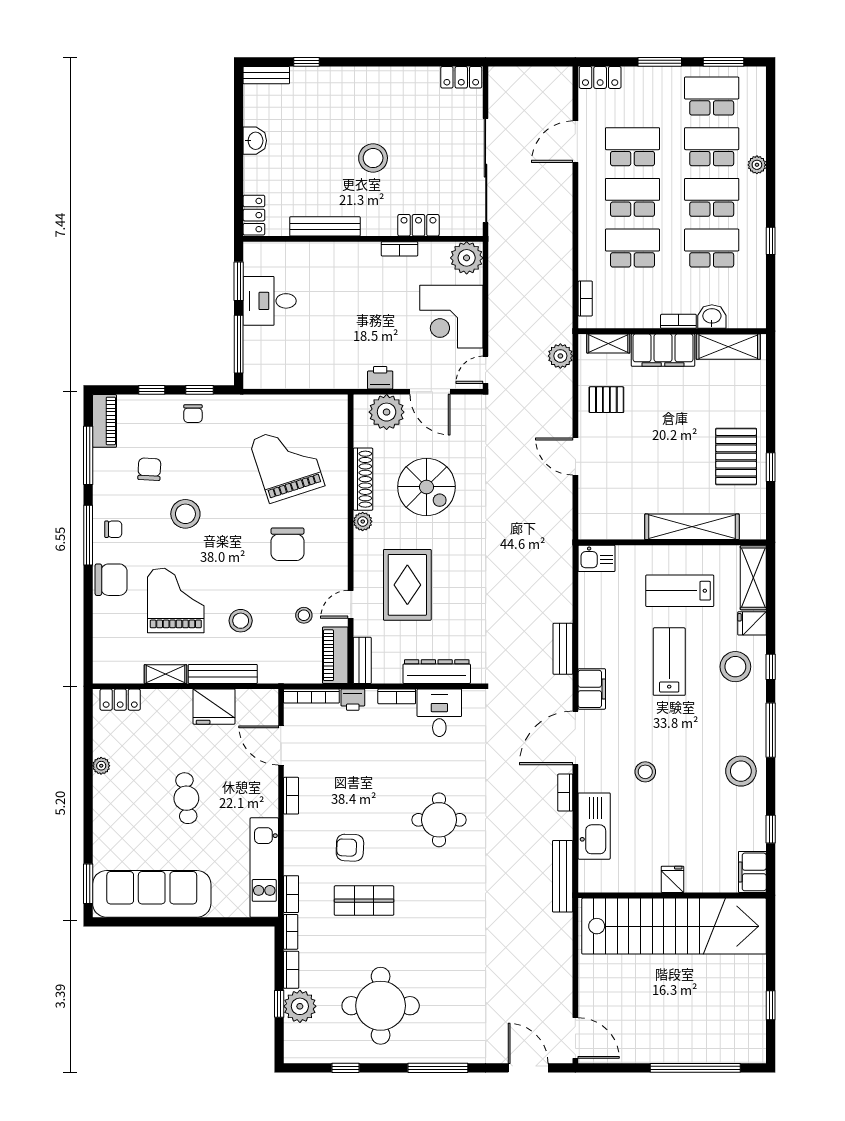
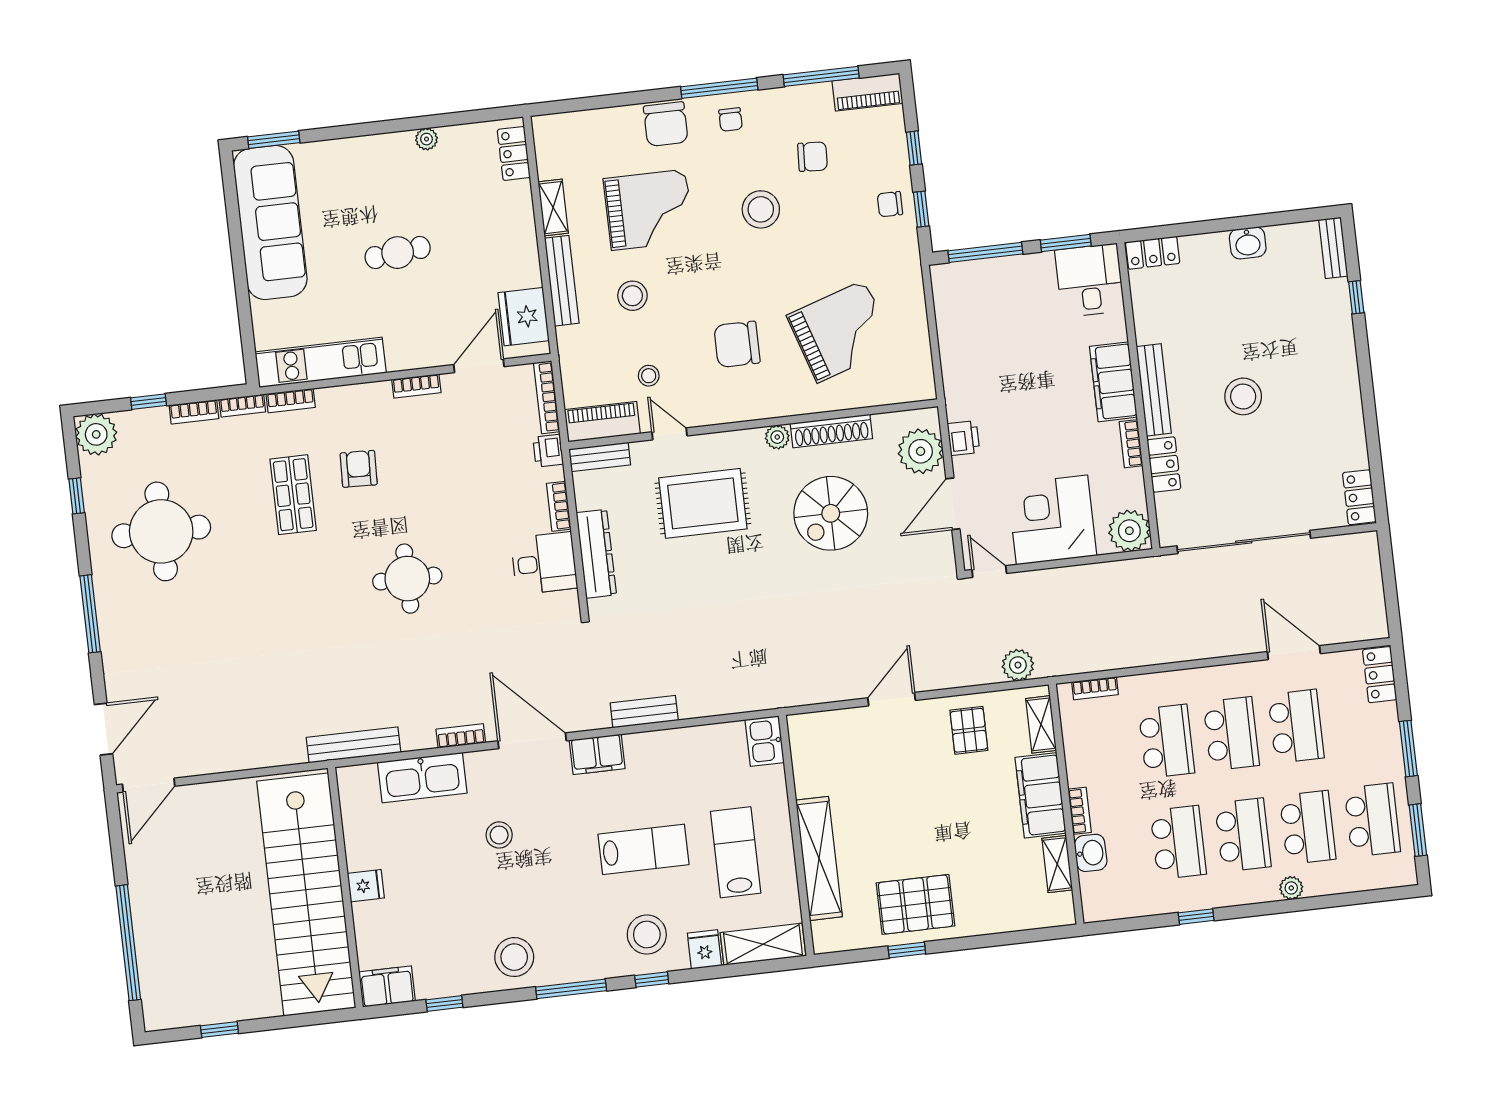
bench: (325, 226) -> (1154, 390), moved
filing cabinet: (350, 257) -> (1113, 382), added
desk: (270, 301) -> (1090, 280), moved
shelving: (728, 347) -> (1057, 864), width x0.67, depth x0.75
fridge: (214, 707) -> (524, 317), moved
plant: (300, 1006) -> (96, 434), moved

